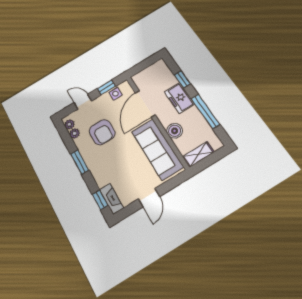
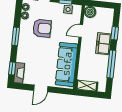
door: (145, 104) -> (81, 31), width x0.53
boiler: (175, 131) -> (90, 12), moved
armchair: (102, 132) -> (42, 28), turned -90

